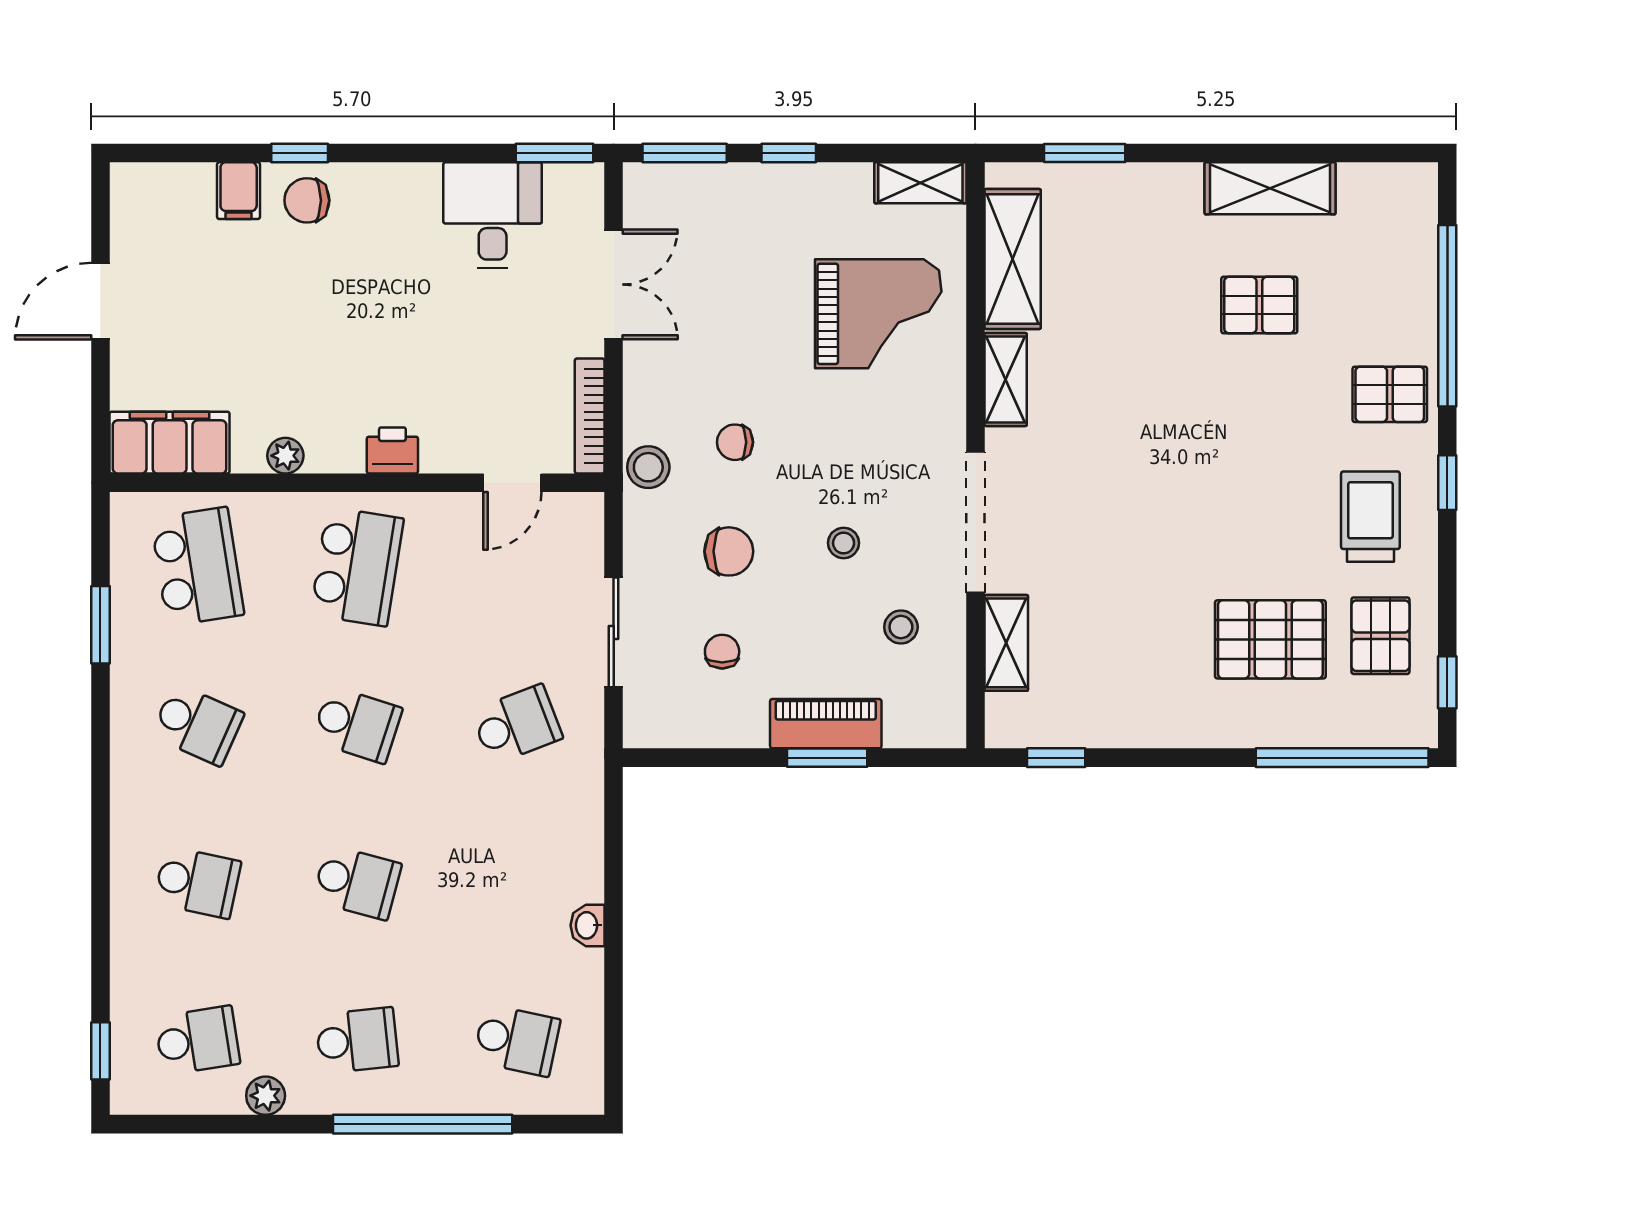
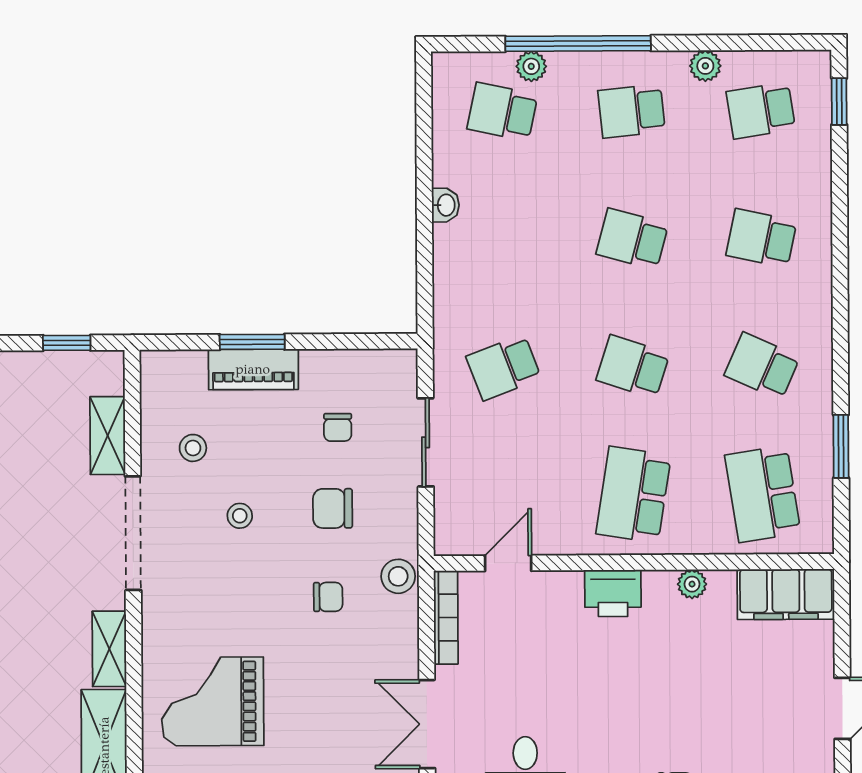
printer: (392, 450) -> (613, 593), width x1.36, depth x1.24
plant: (481, 1096) -> (531, 66), added

